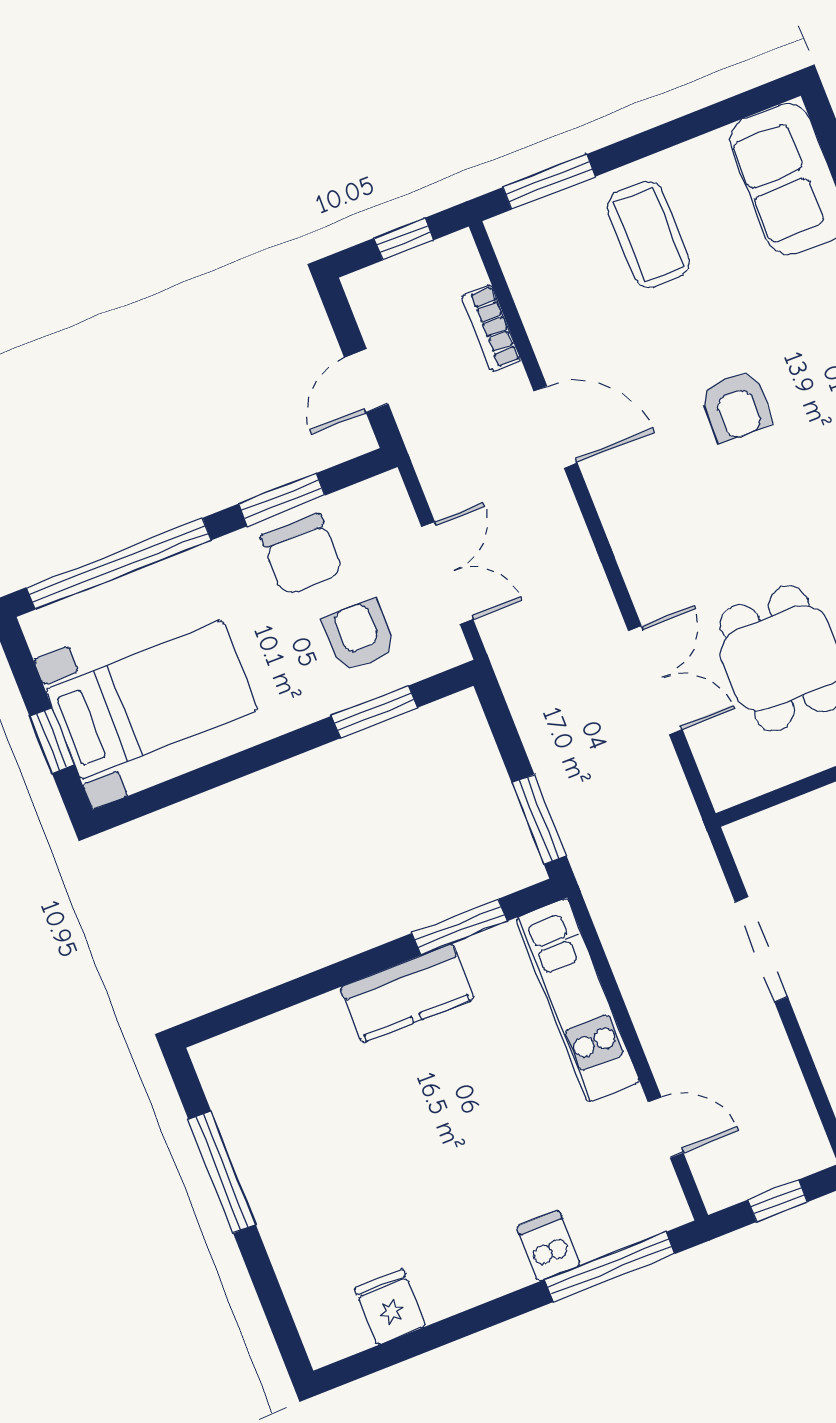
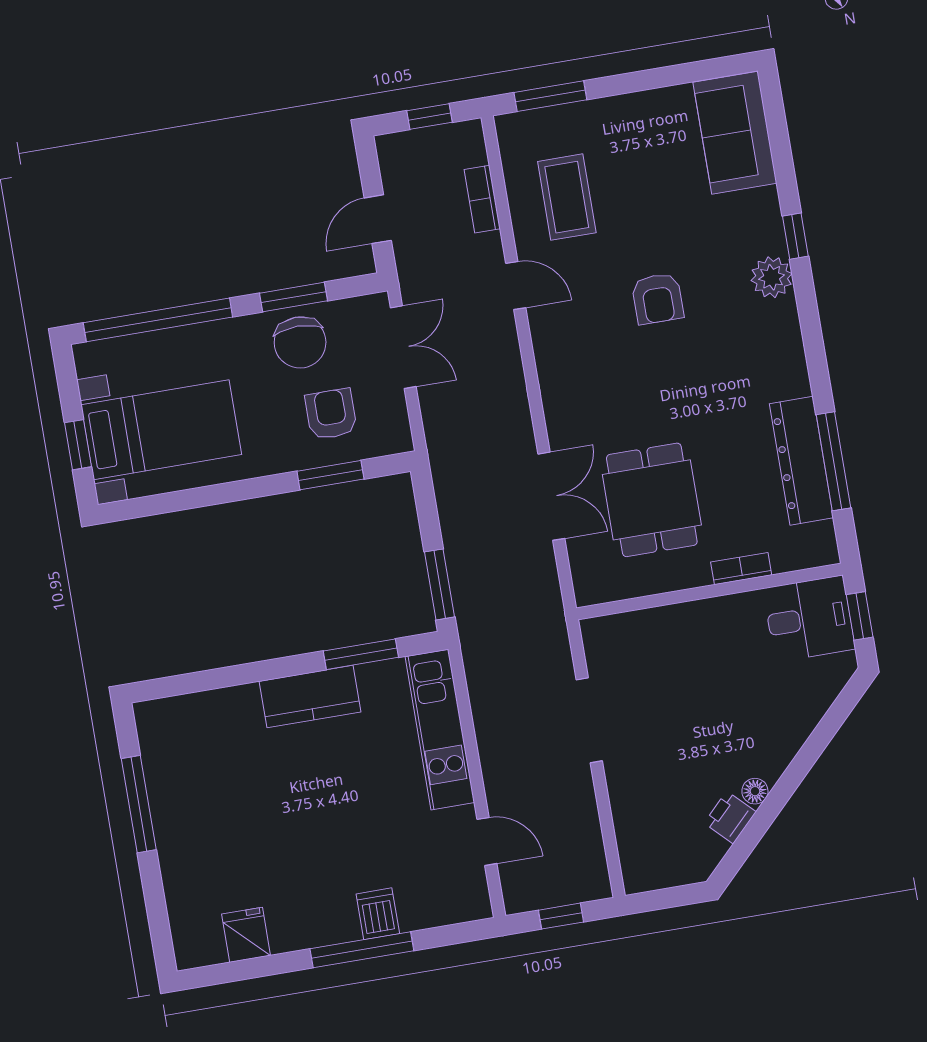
coffee table: (648, 234) -> (567, 197), moved
door: (556, 427) -> (516, 286), width x0.73
double door: (447, 573) -> (403, 347), moved
window: (610, 1267) -> (362, 950), moved

